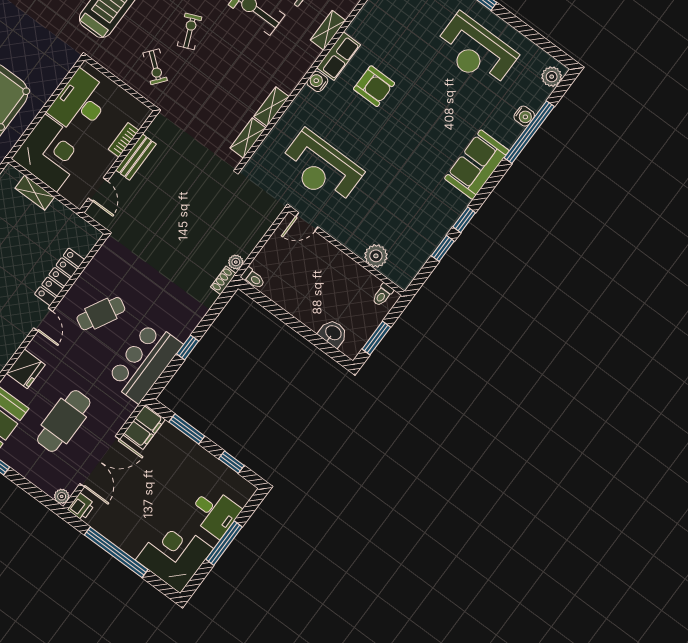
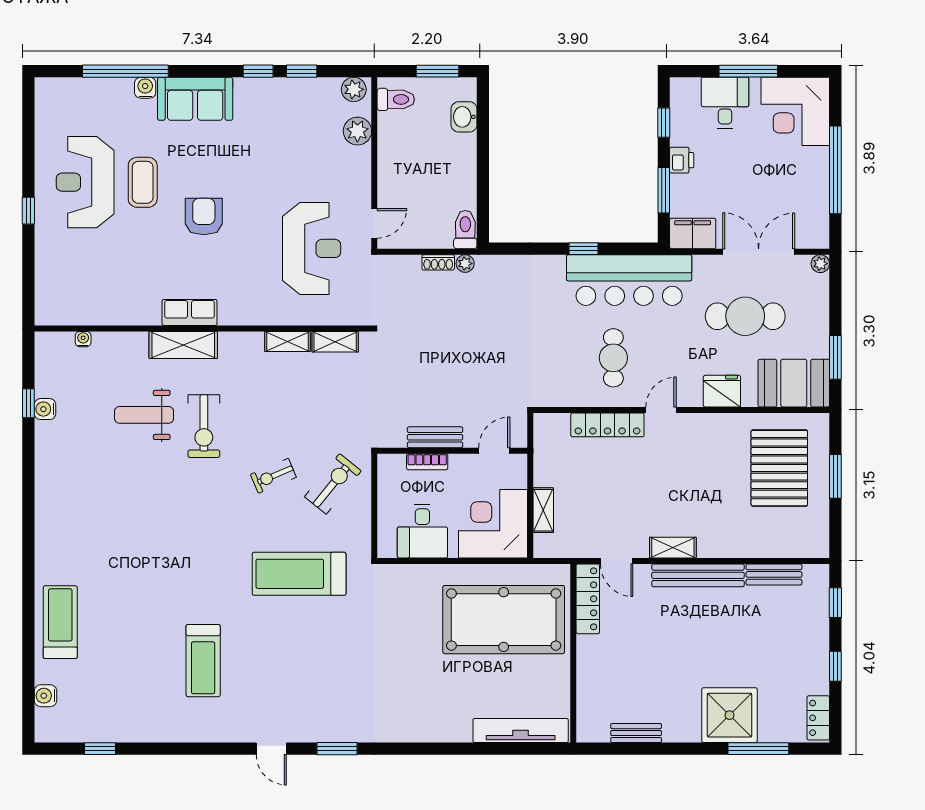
shelving: (328, 30) -> (183, 345), width x1.50, depth x1.33
reception desk: (476, 51) -> (85, 182), turned 180
exercise bike: (155, 67) -> (333, 484), width x1.38, depth x1.39
plant: (552, 77) -> (354, 89), moved
water cooler: (317, 81) -> (230, 315), removed
armchair: (374, 86) -> (204, 217), moved
coffee table: (447, 89) -> (143, 182), added
desk: (80, 103) -> (422, 531), width x0.73
water cooler: (524, 116) -> (145, 88), moved
door: (307, 222) -> (374, 223), hinge flipped
toilet: (253, 278) -> (465, 230), width x1.37, depth x1.39
shoe rack: (223, 280) -> (438, 262), moved
toilet: (383, 295) -> (396, 99), width x1.37, depth x1.39
cafe table: (101, 314) -> (613, 358), turned 62
bar counter: (145, 362) -> (629, 280), width x1.36
printer: (81, 507) -> (682, 160), moved, turned 90

